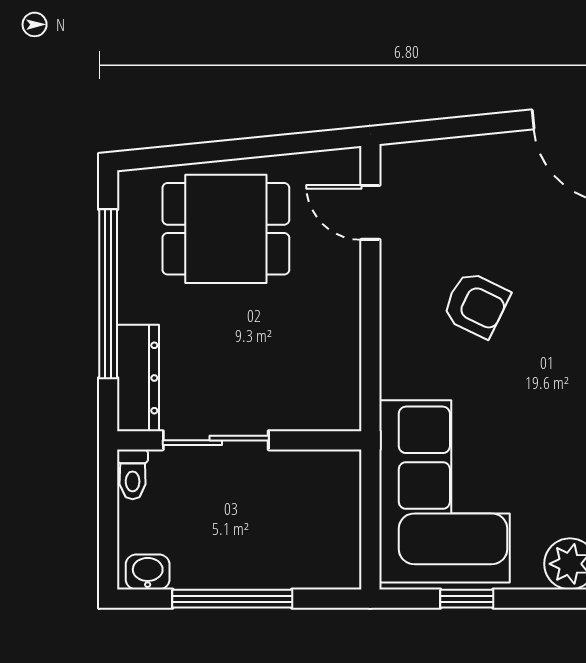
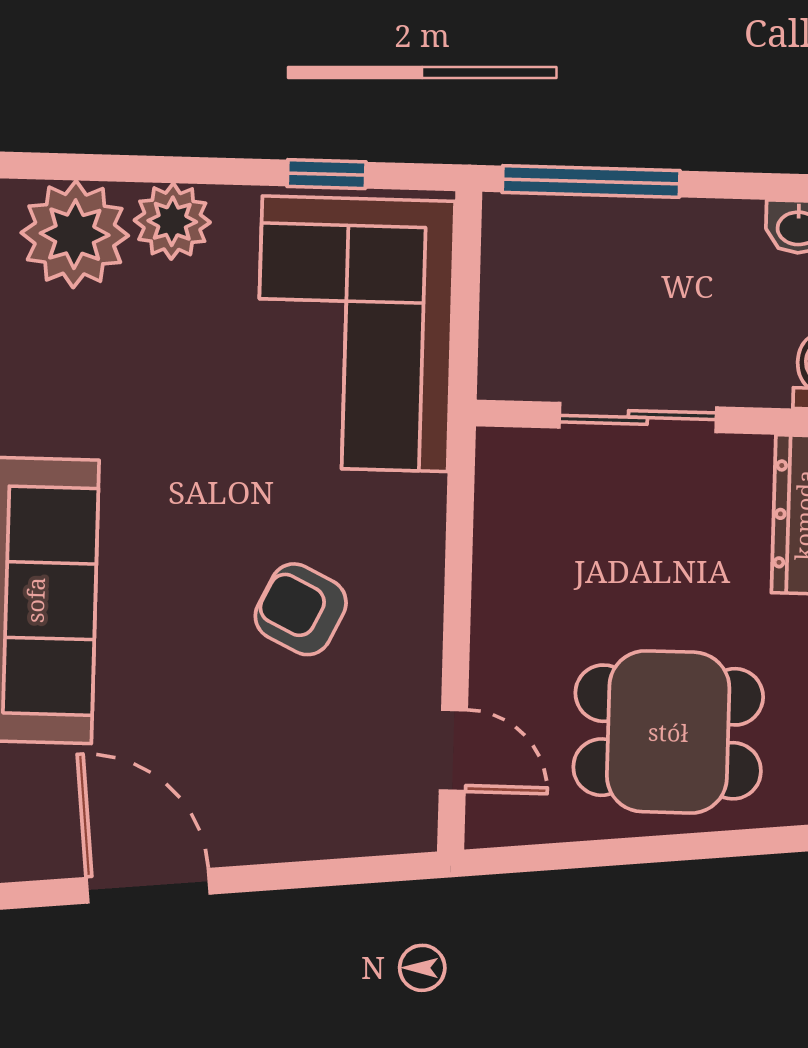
sliding door: (216, 440) -> (638, 417), moved
window: (232, 599) -> (591, 181), moved

